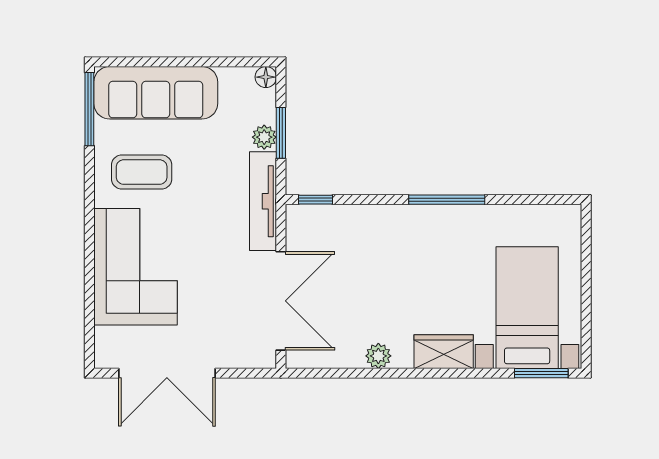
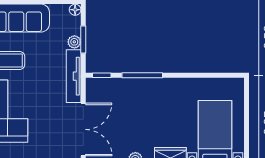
window: (447, 200) -> (142, 75), moved

